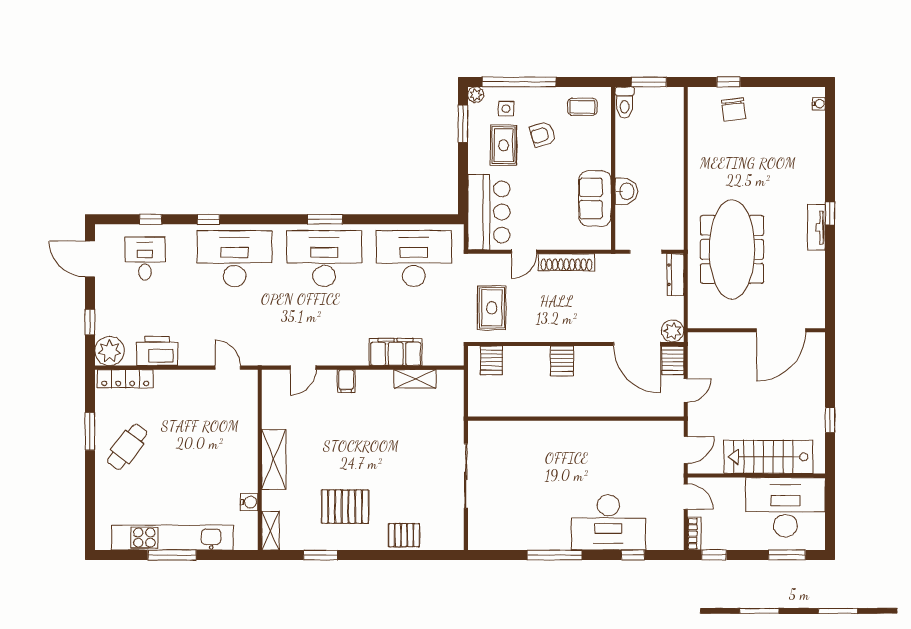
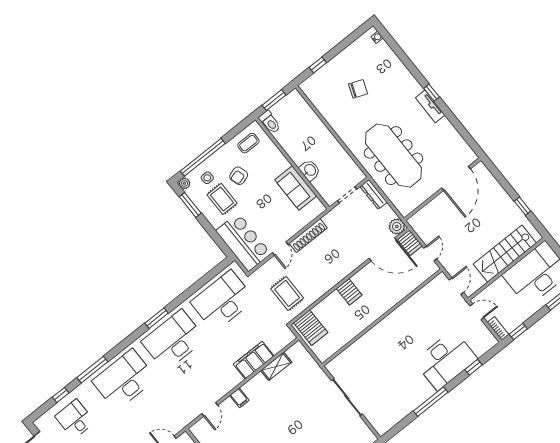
chair: (734, 109) -> (358, 89), moved, turned -62
window: (208, 219) -> (92, 370), width x2.17
server rack: (491, 360) -> (311, 328), width x1.36, depth x1.44

